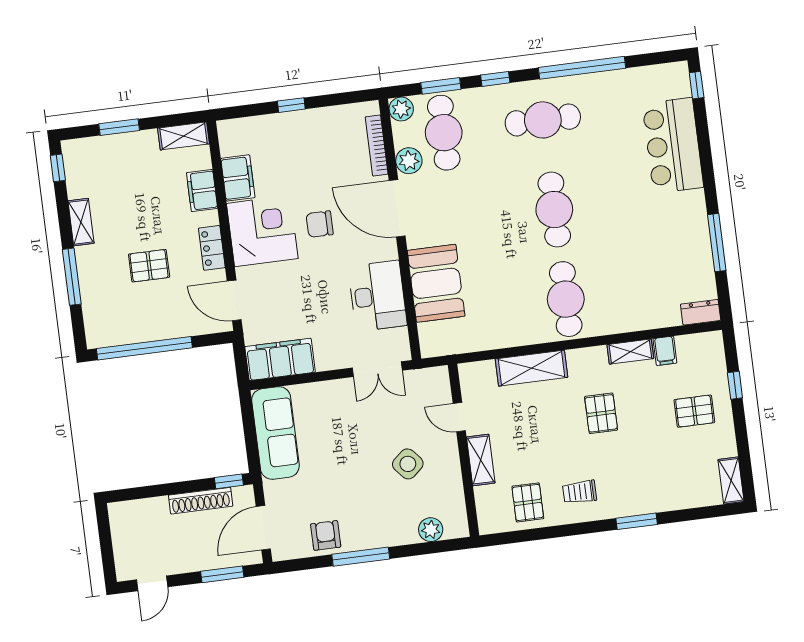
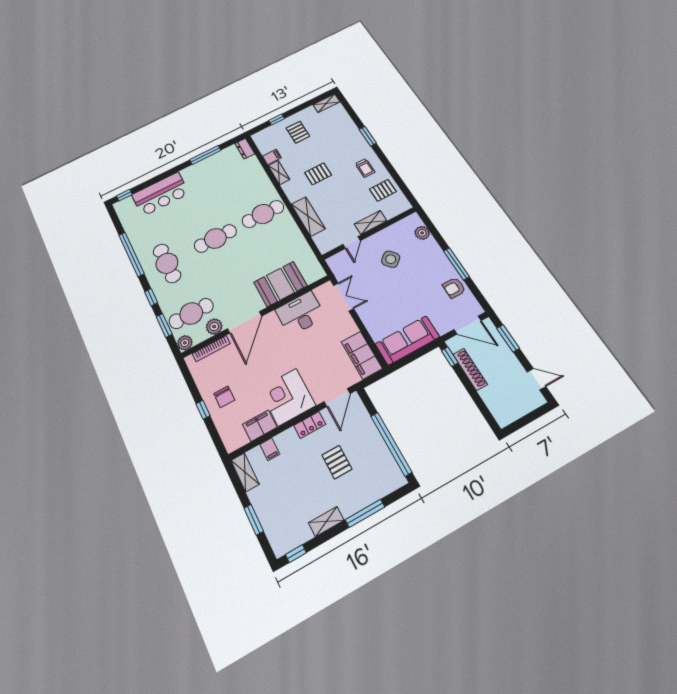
filing cabinet: (202, 191) -> (270, 449), width x0.50
chair: (320, 224) -> (224, 397), moved

